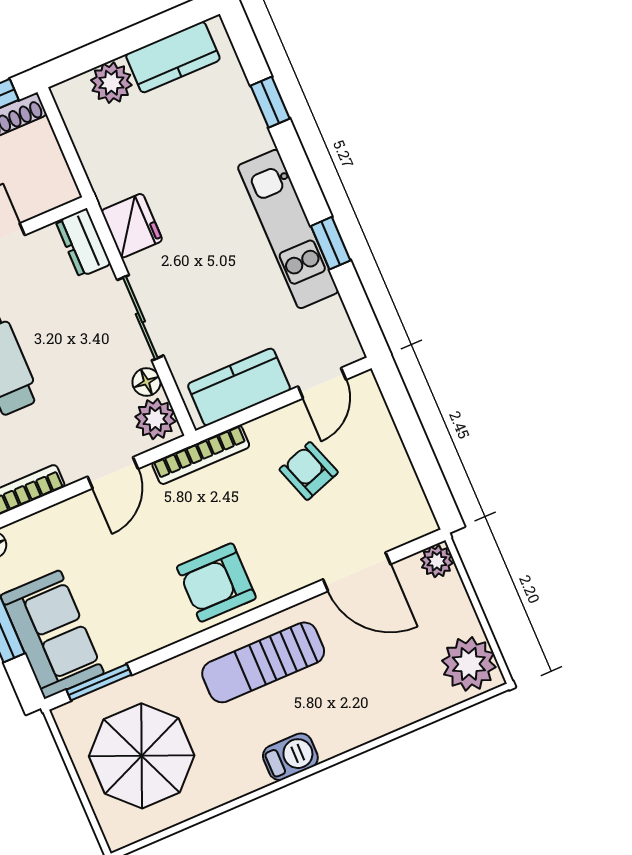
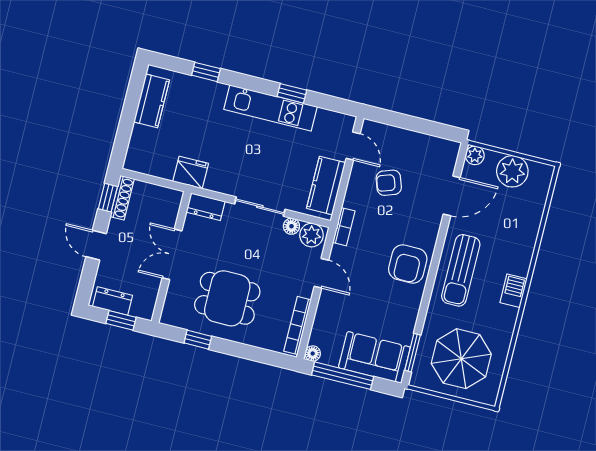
plant: (111, 83) -> (142, 138), removed
fridge: (132, 226) -> (191, 172), moved
bookcase: (201, 455) -> (344, 227), width x0.64
plant: (469, 664) -> (512, 171), moved

